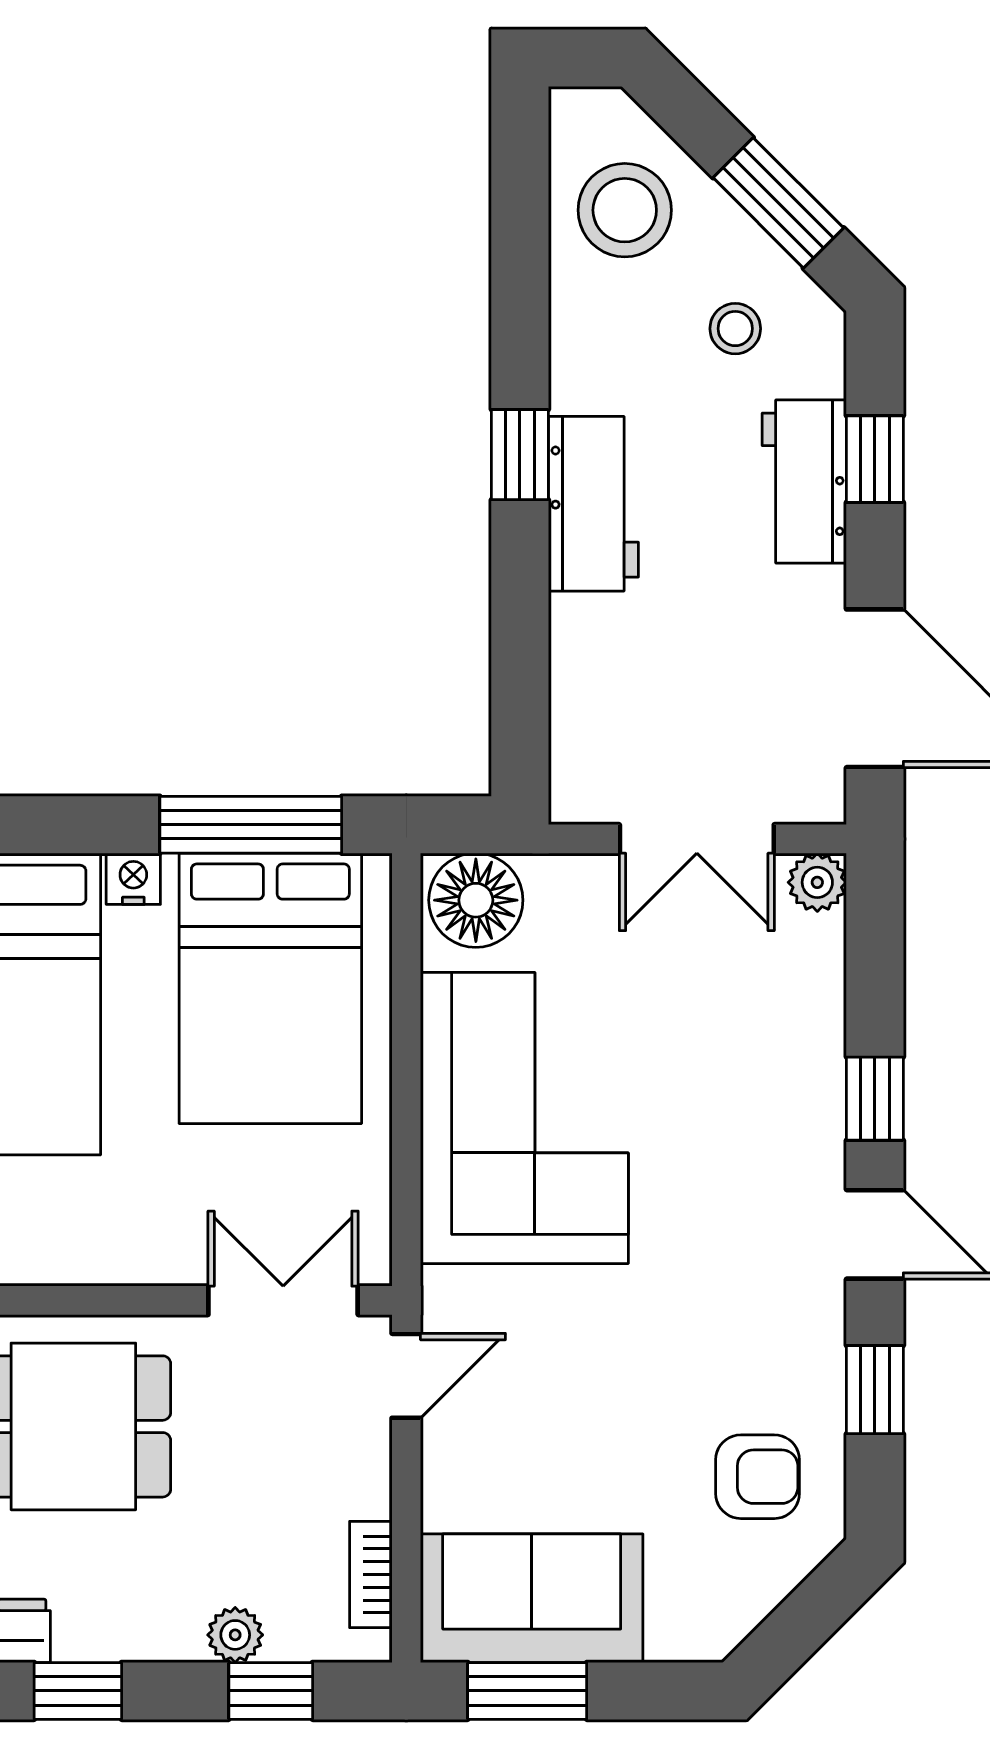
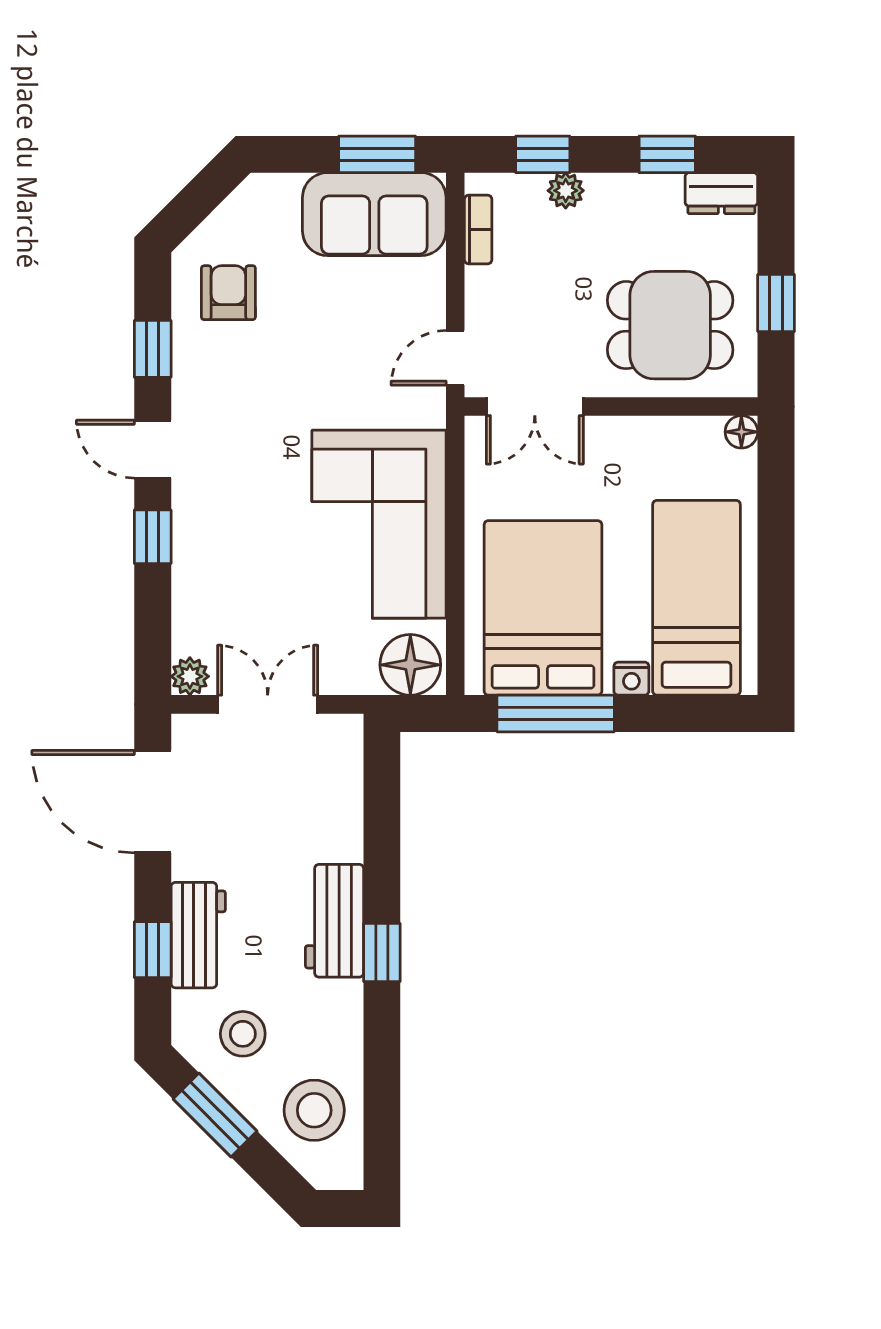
stool: (735, 329) -> (243, 1034), width x1.37, depth x1.37
armchair: (758, 1477) -> (228, 293), turned 90

